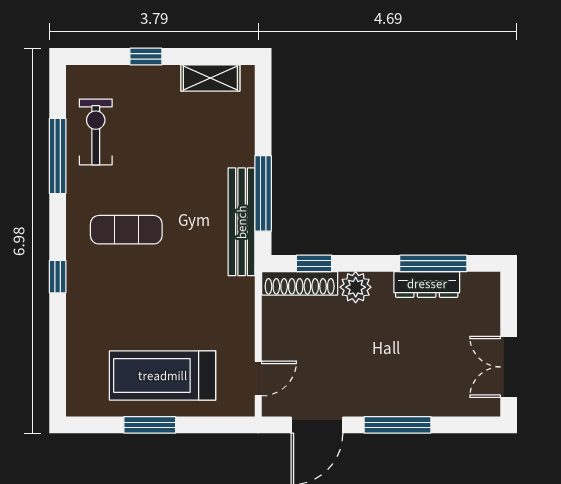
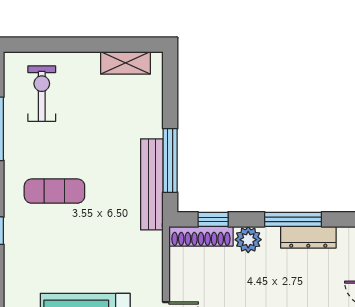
window: (146, 56) -> (71, 45), removed
exercise bike: (96, 132) -> (42, 94), moved
window: (433, 263) -> (293, 219), moved

